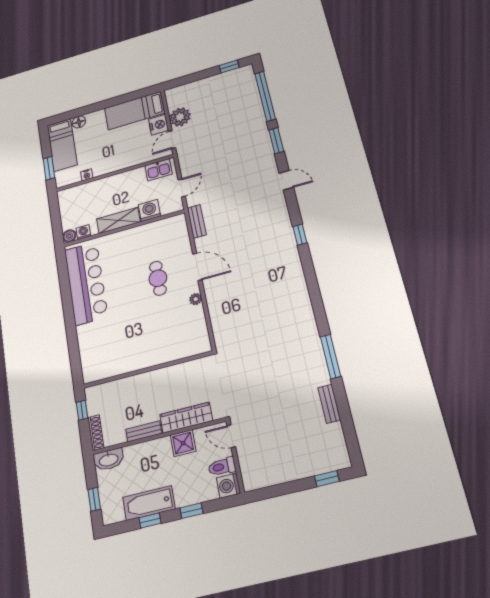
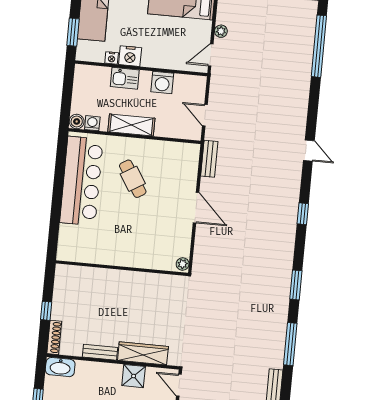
plant: (180, 117) -> (221, 31), width x0.53, depth x0.53
nightstand: (158, 125) -> (130, 56), moved, turned 90
window: (276, 141) -> (296, 285), moved
kitchen sink: (159, 170) -> (125, 78), moved
door: (182, 188) -> (205, 115), swing flipped
washing machine: (149, 210) -> (162, 82), moved, turned 180
cafe table: (158, 278) -> (133, 179), moved, turned -32
plant: (196, 299) -> (183, 264), moved
wall: (147, 370) -> (122, 268), moved

